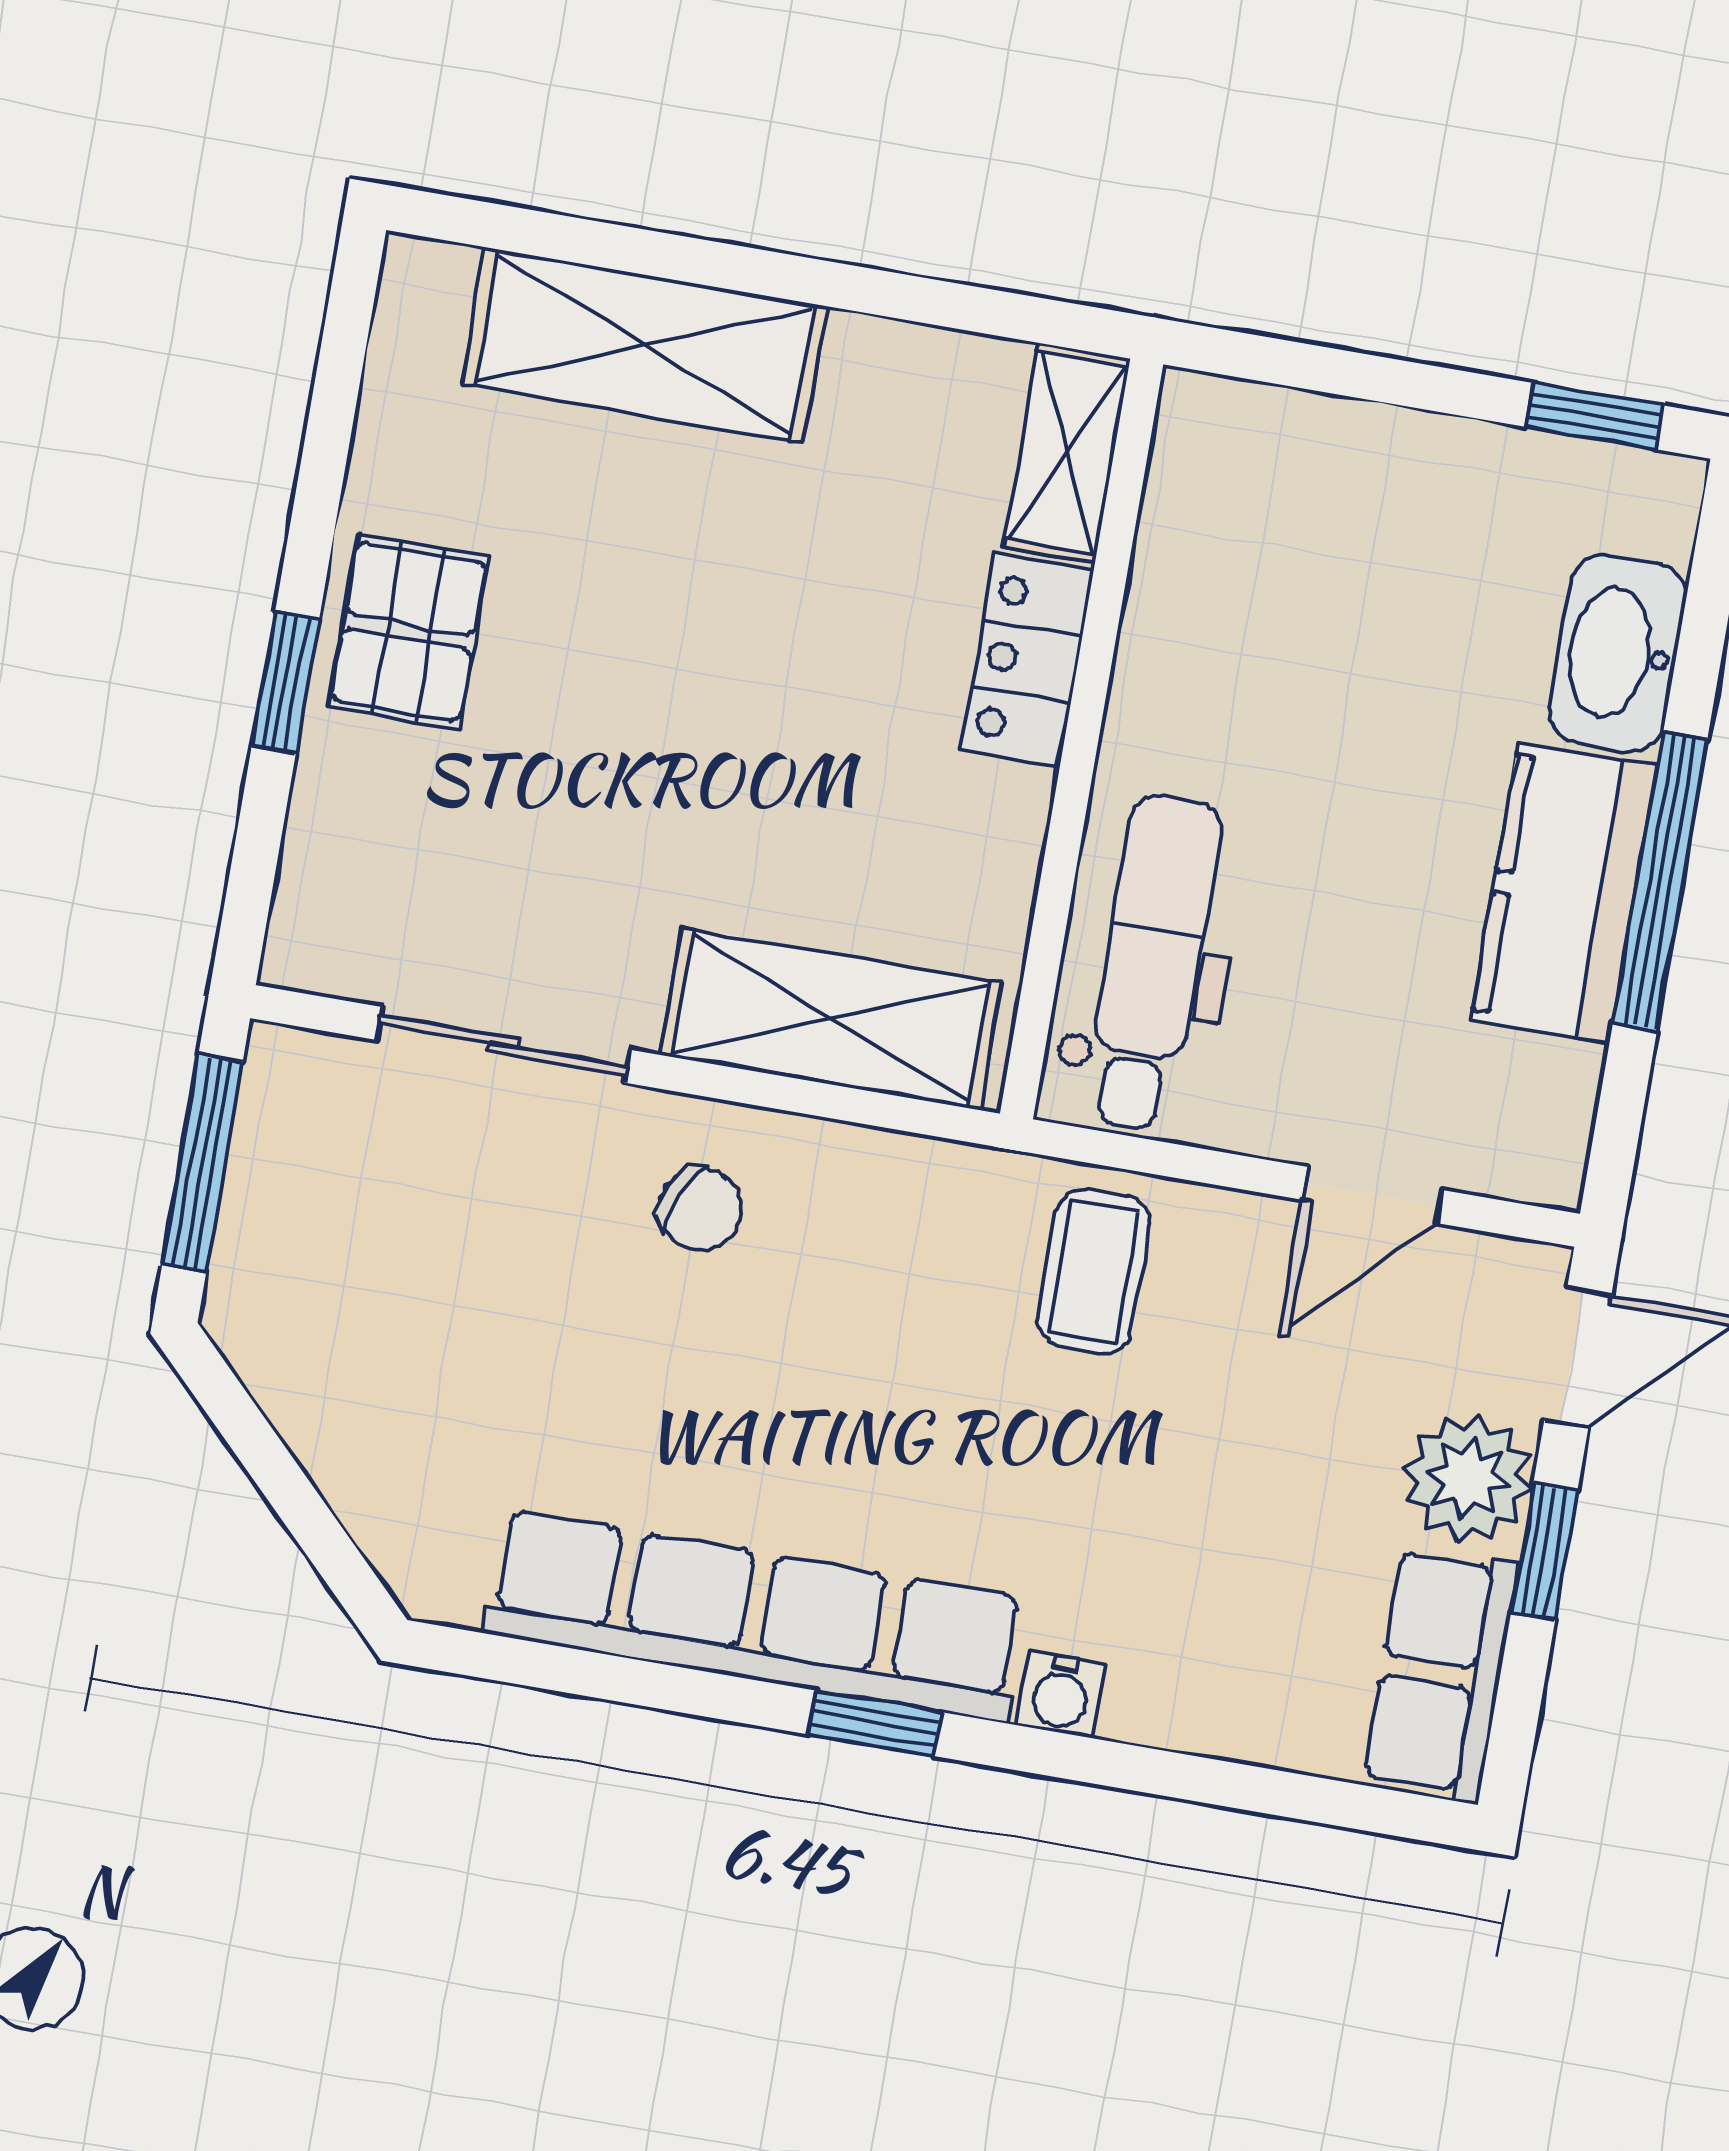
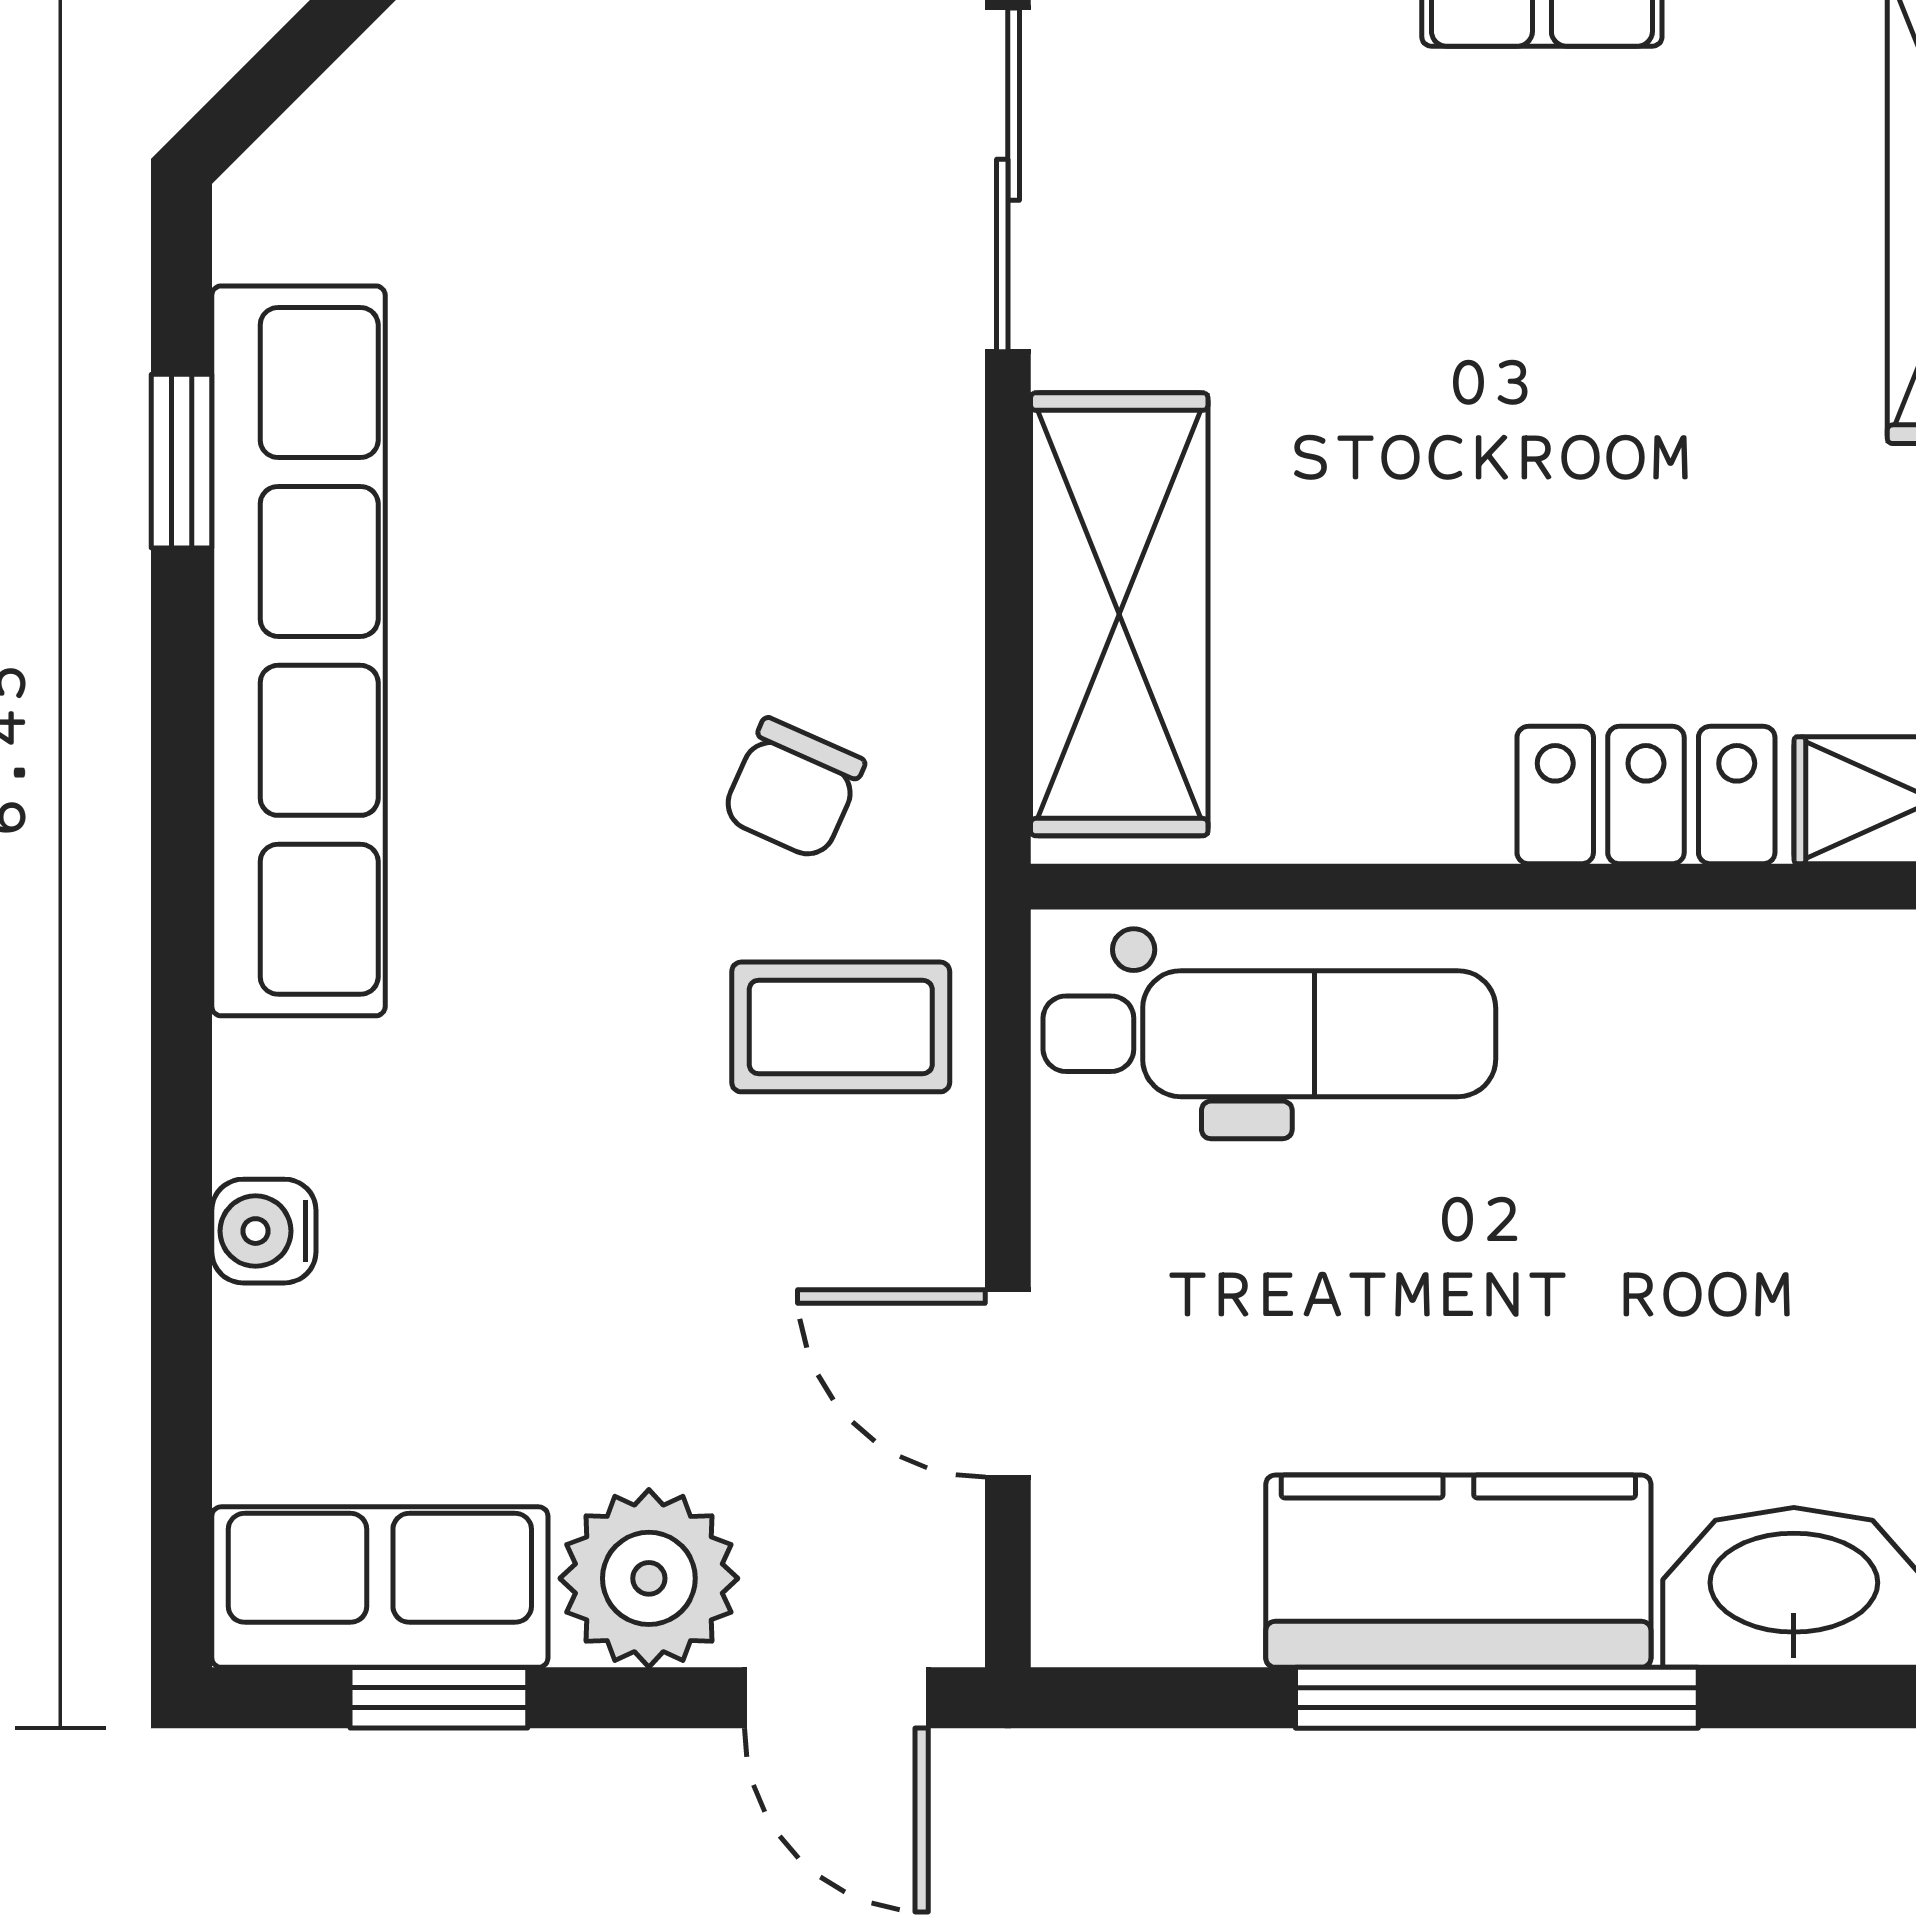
chair: (700, 1209) -> (793, 789), moved
window: (1544, 1551) -> (439, 1698), moved
water cooler: (1060, 1694) -> (264, 1231), moved
window: (875, 1723) -> (182, 461), moved

